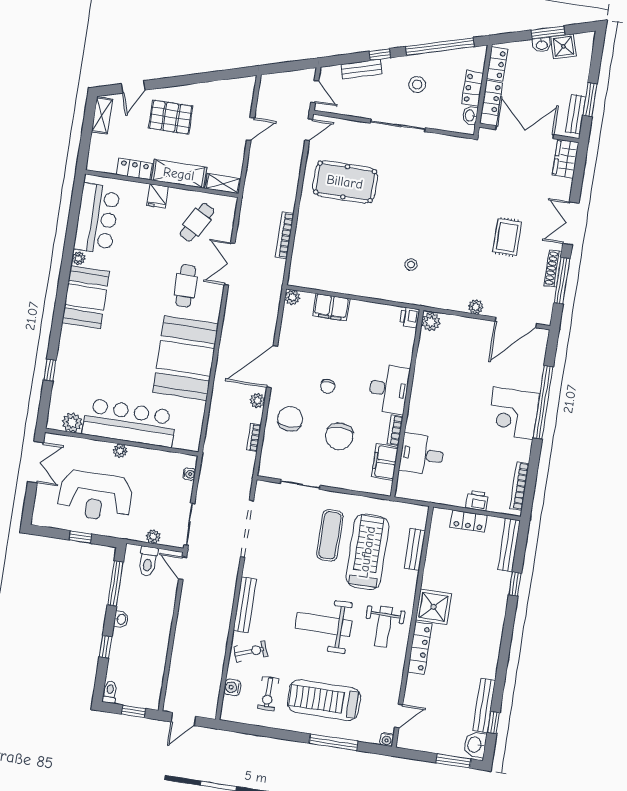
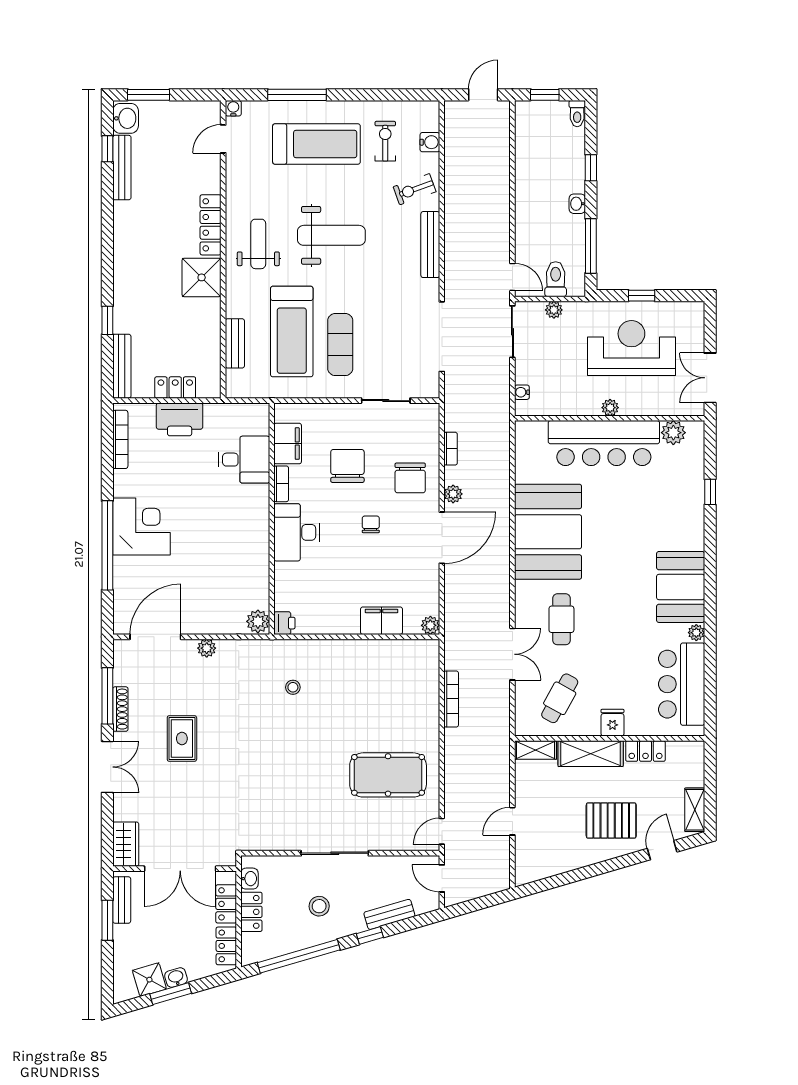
printer: (477, 501) -> (180, 419), width x1.87, depth x1.48

